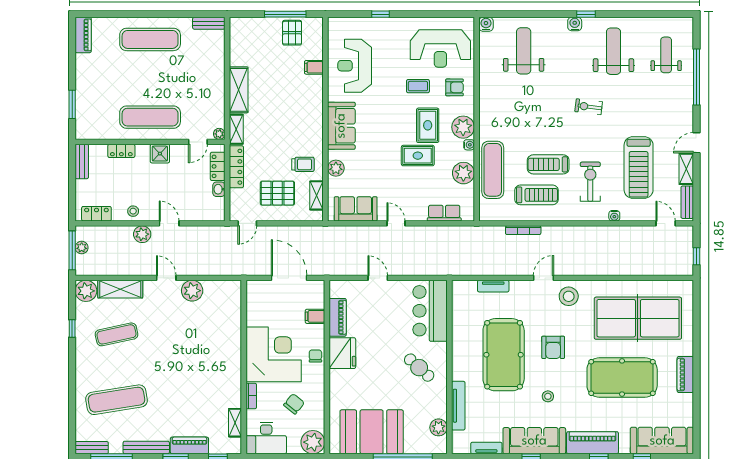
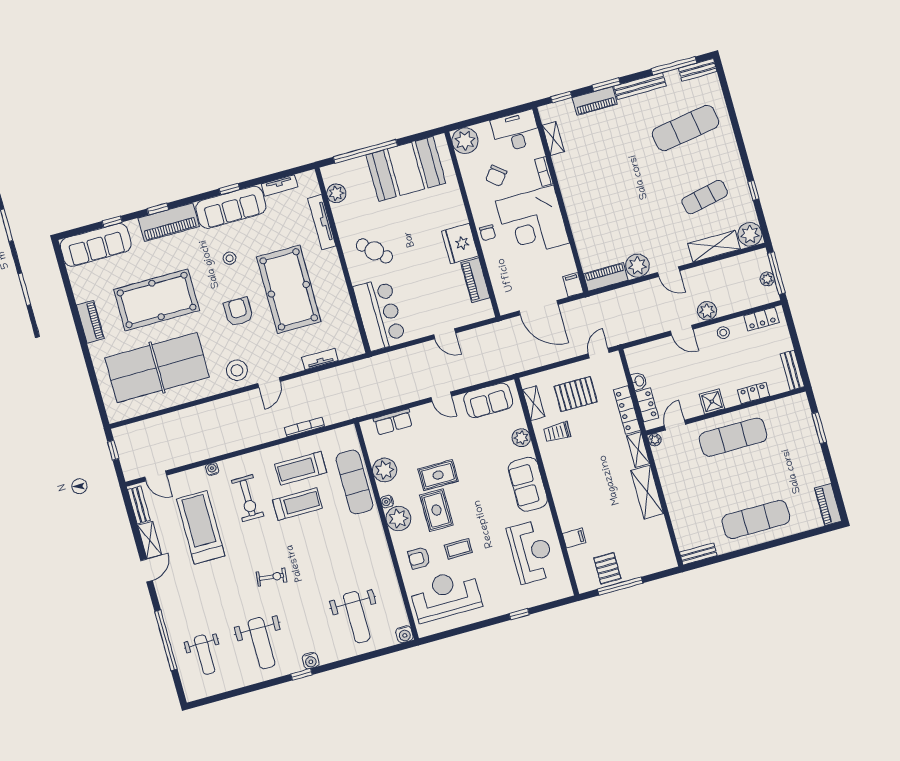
piano: (223, 289) -> (606, 277), added
filing cabinet: (315, 316) -> (573, 285), moved, turned -90

